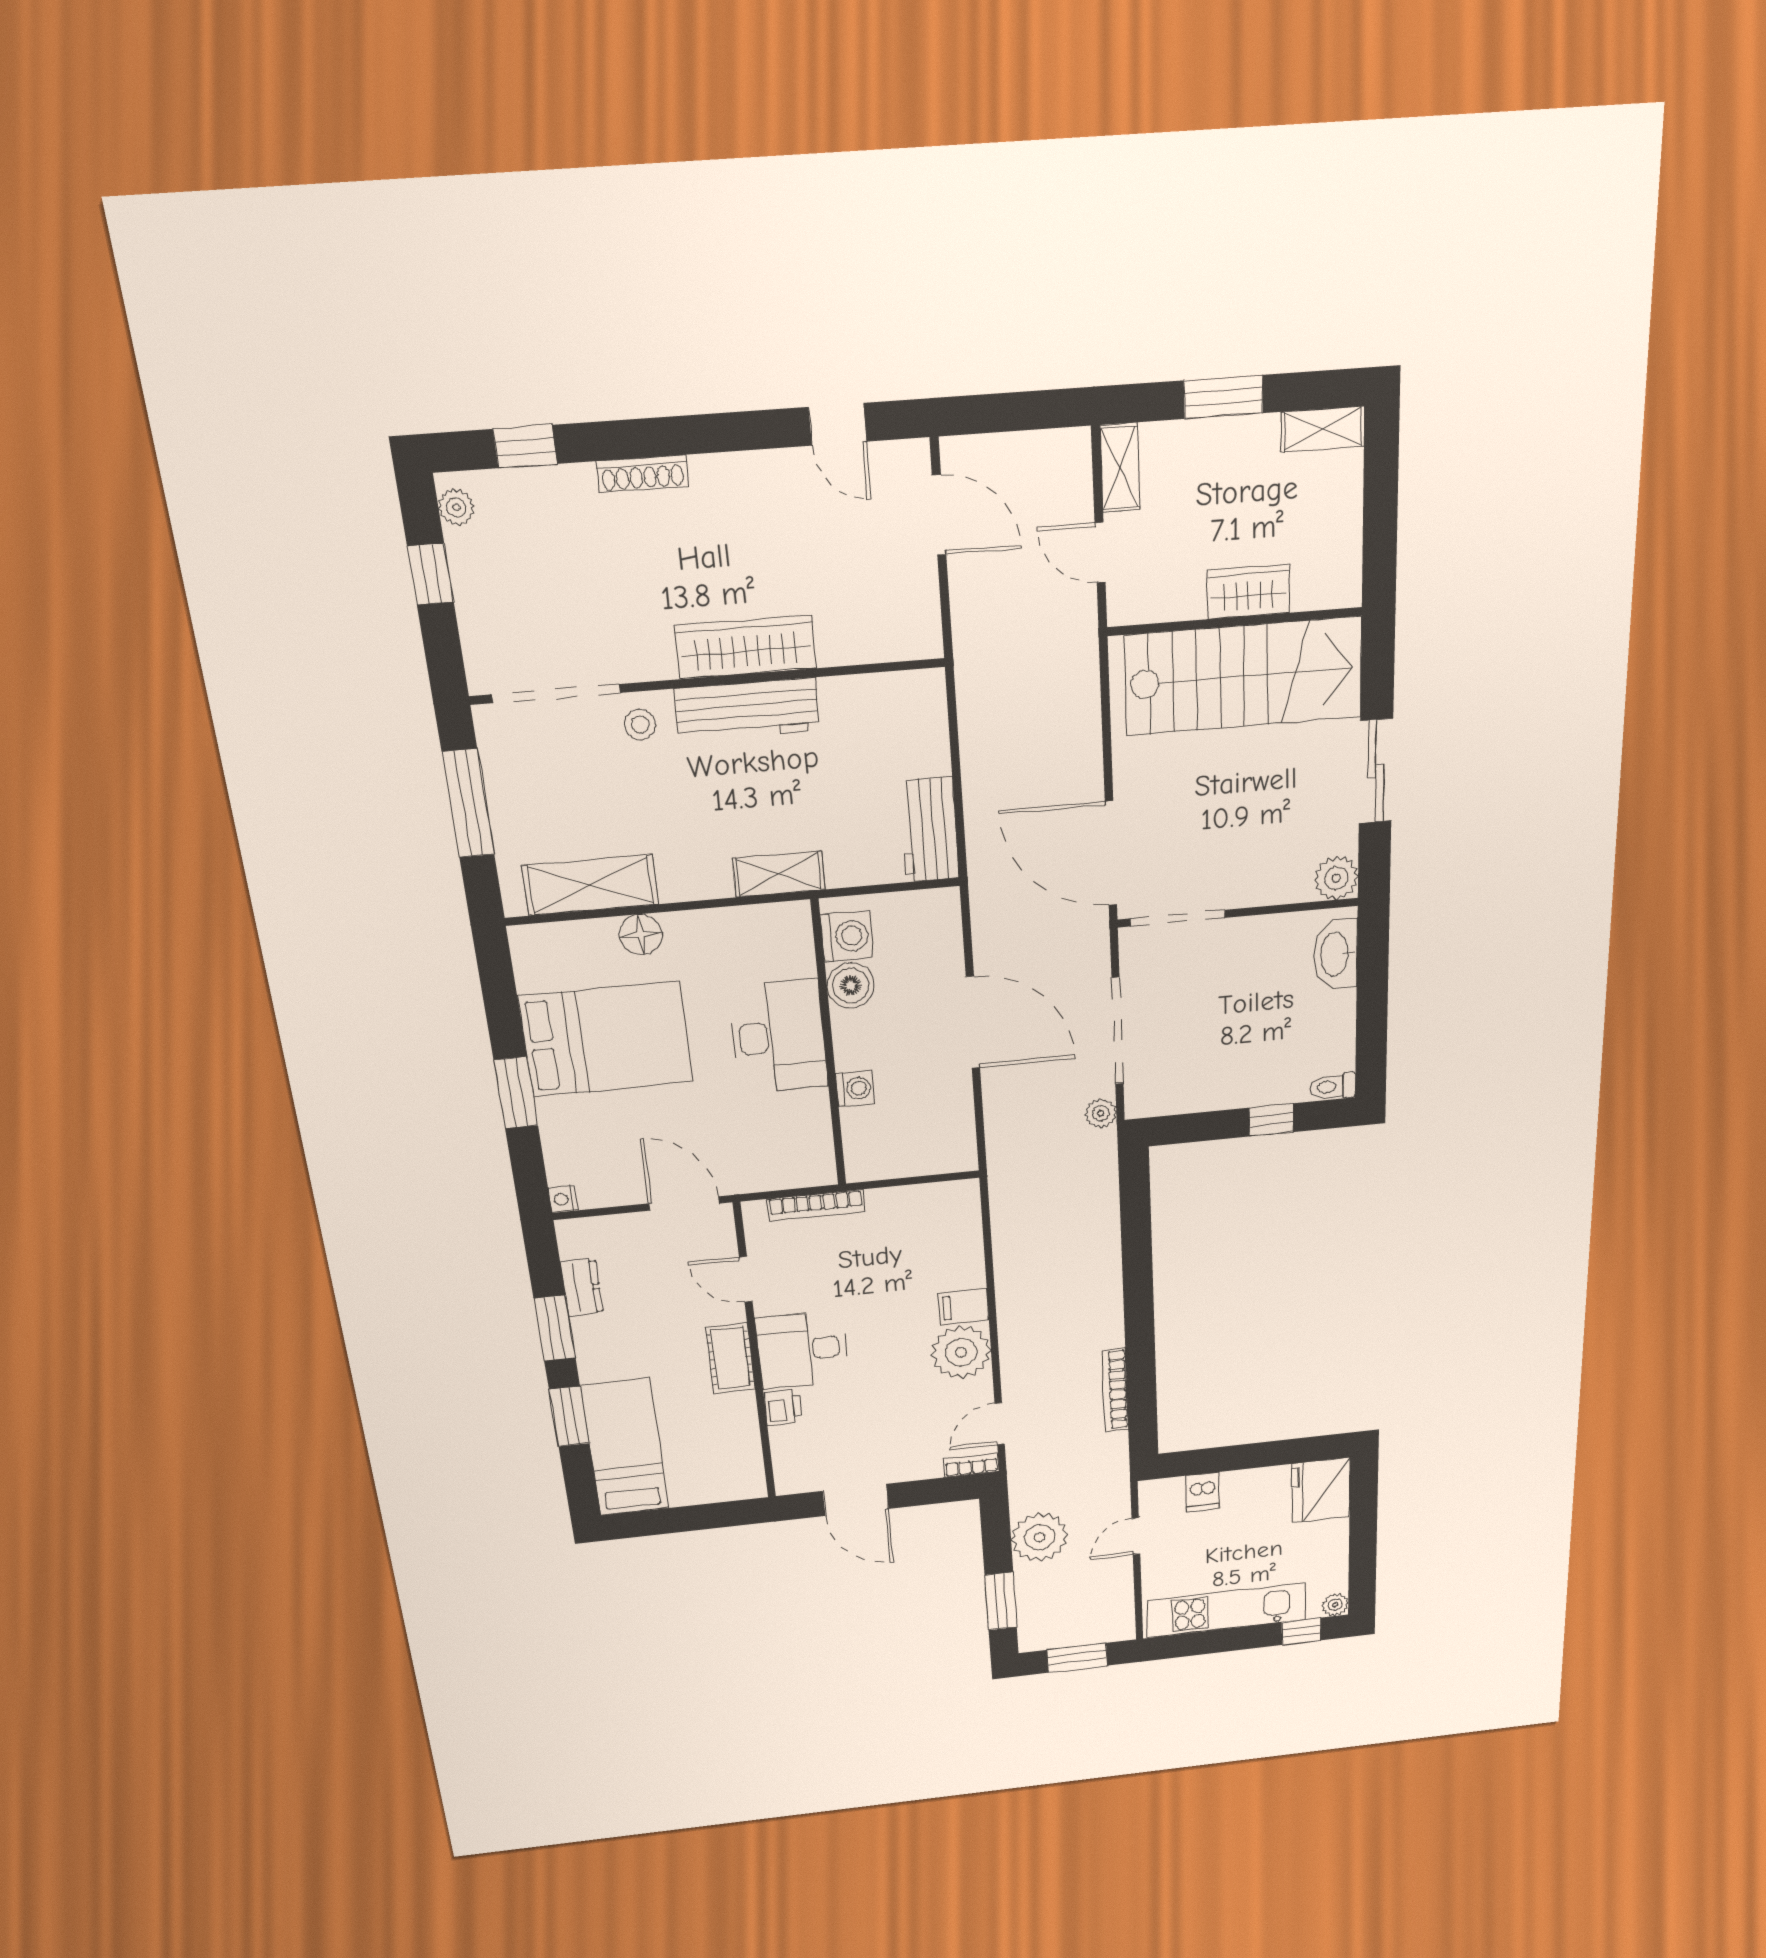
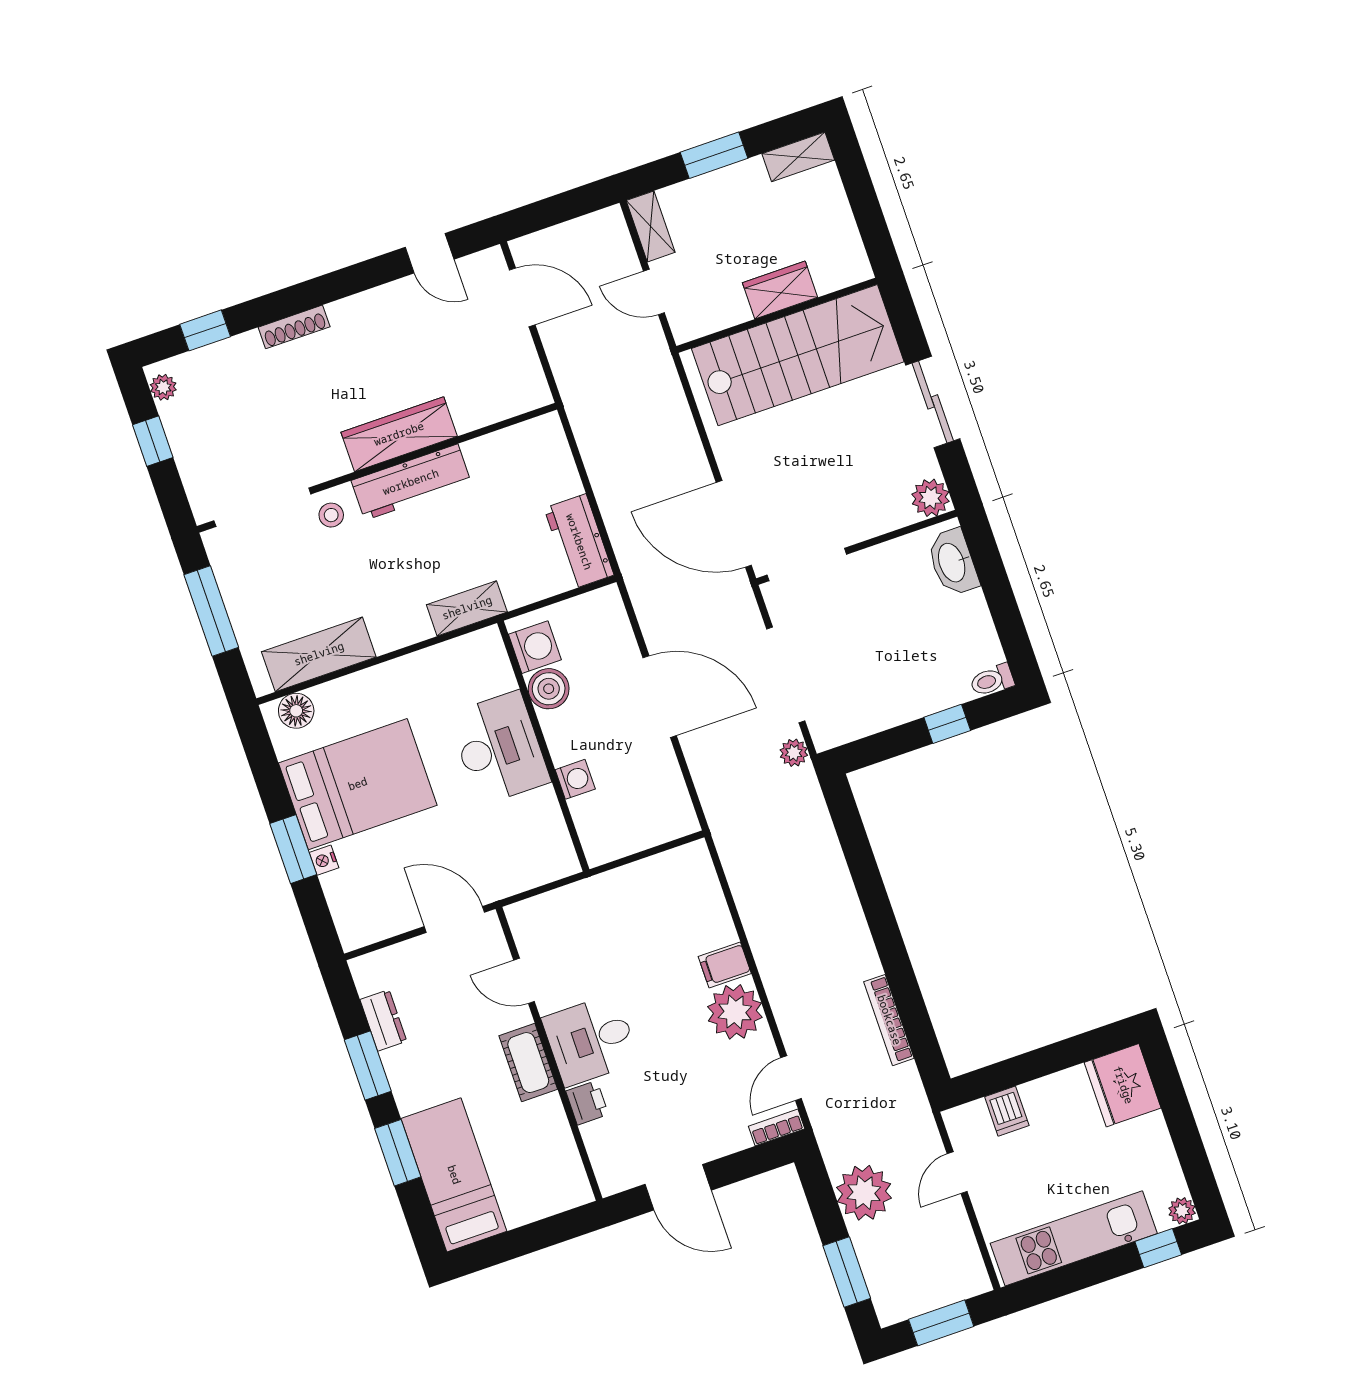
floor lamp: (641, 935) -> (296, 711), moved
nightstand: (563, 1199) -> (324, 860), moved
bookcase: (816, 1205) -> (568, 896), removed

